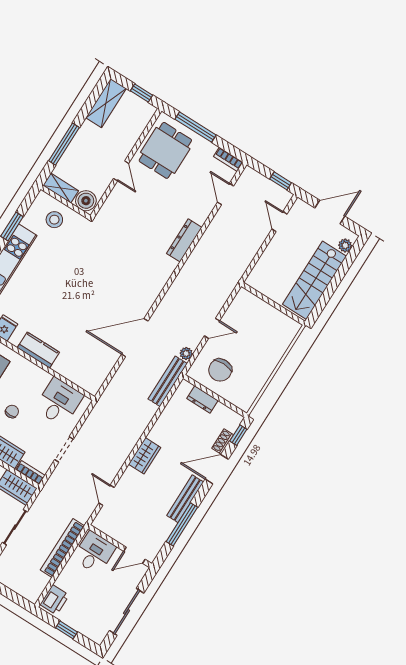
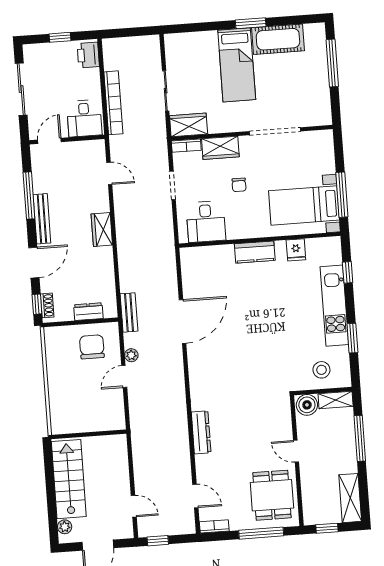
plant: (186, 353) -> (131, 355), moved
bench: (168, 381) -> (129, 312), width x0.73
shoe rack: (223, 441) -> (47, 305), moved

